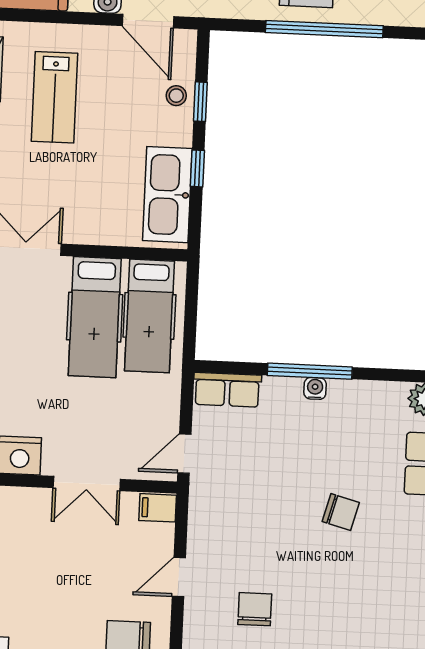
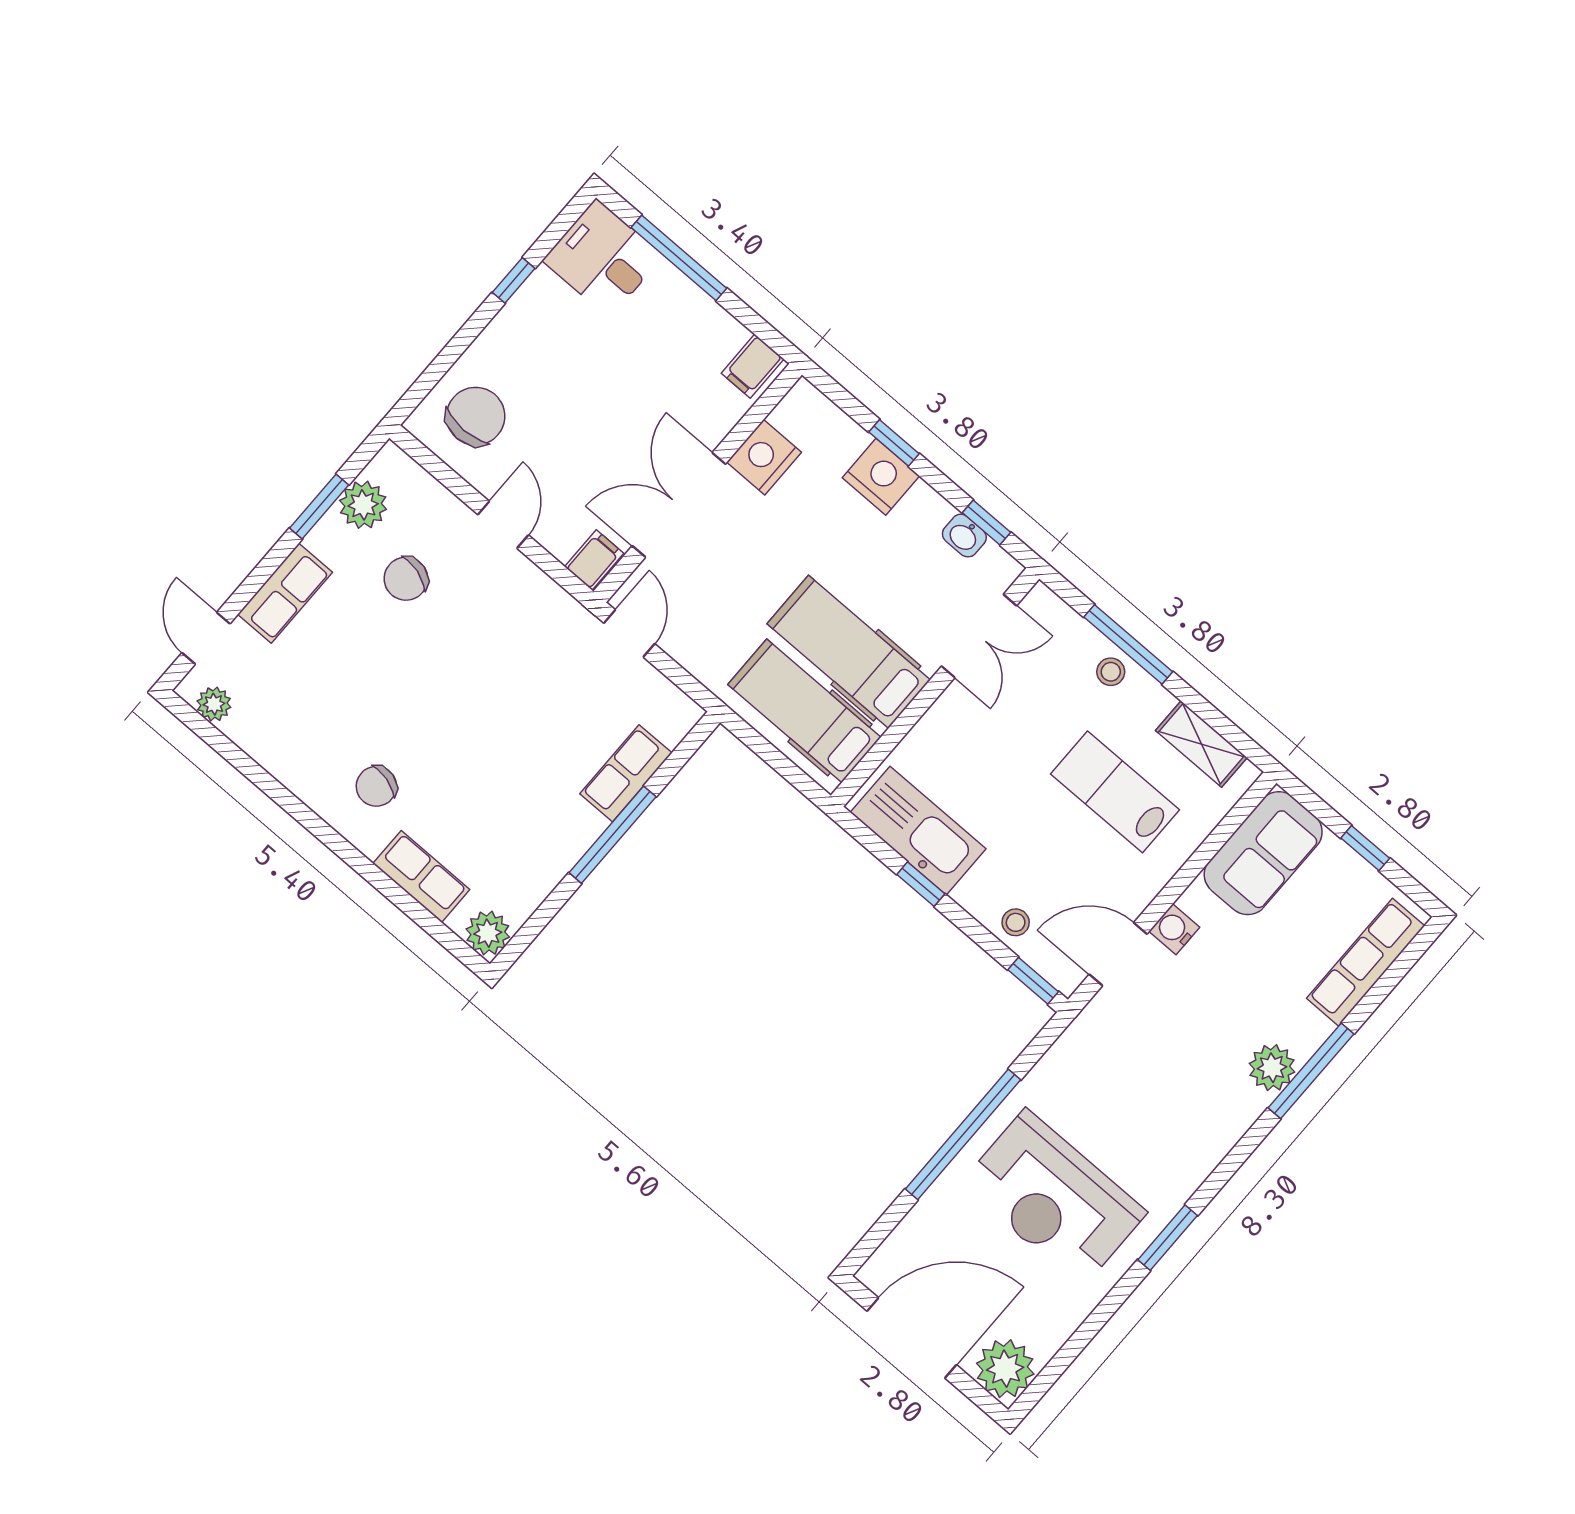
window: (200, 102) -> (1033, 981), moved
water cooler: (315, 388) -> (590, 826), removed
row of seats: (227, 390) -> (626, 773), moved
double door: (87, 483) -> (679, 505), width x1.37
chair: (341, 512) -> (376, 786), moved
chair: (255, 609) -> (406, 579), turned 106

